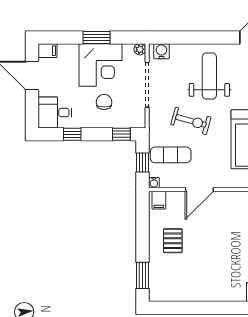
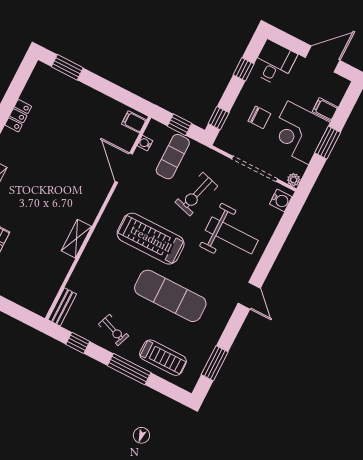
filing cabinet: (47, 51) -> (325, 109), moved, turned 90
water cooler: (154, 183) -> (145, 143), moved
pallet: (173, 241) -> (86, 115), removed
locker: (201, 295) -> (18, 116), added

